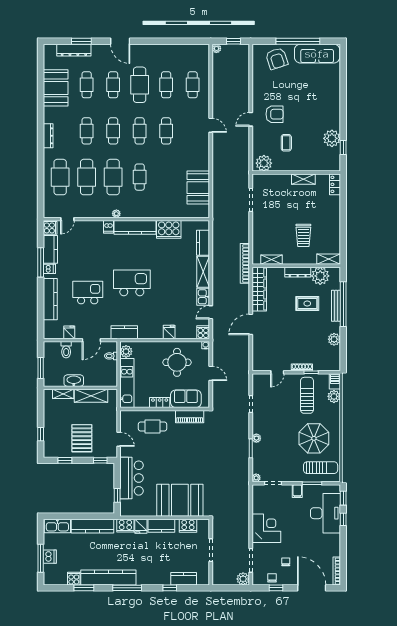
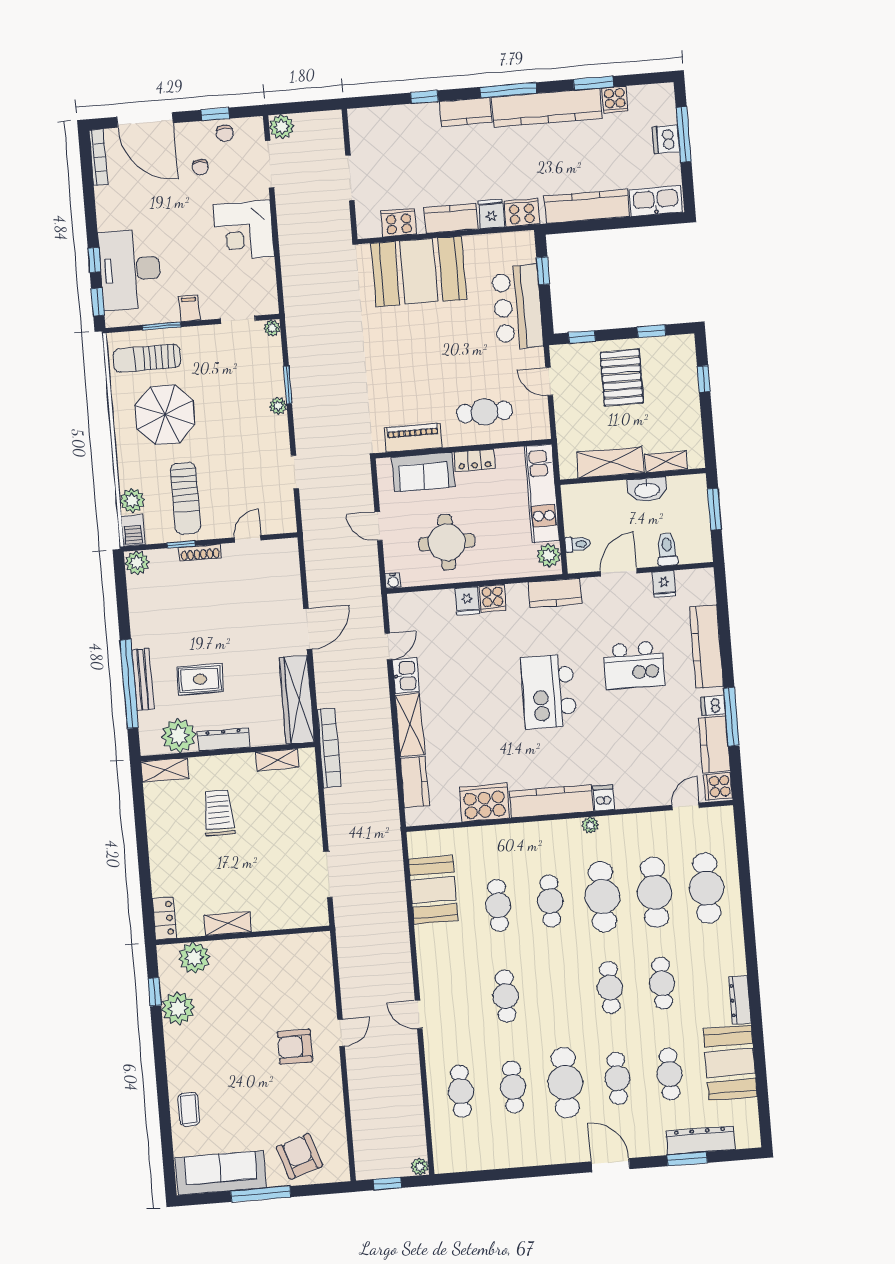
window: (298, 41) -> (261, 1194), width x0.68
cafe table: (140, 131) -> (498, 905), moved
dresser: (48, 136) -> (740, 1000), moved
coffee table: (286, 143) -> (189, 1109), moved
plant: (264, 163) -> (194, 958), moved
kitchen island: (132, 283) -> (549, 692), turned 90
cooker: (203, 332) -> (493, 598), moved
plant: (334, 339) -> (137, 563), moved
kitchen counter: (184, 579) -> (466, 112), moved

